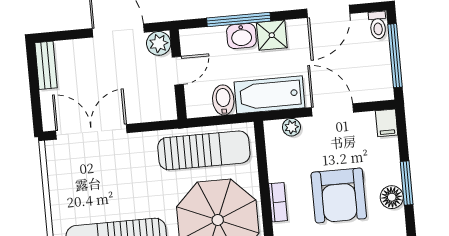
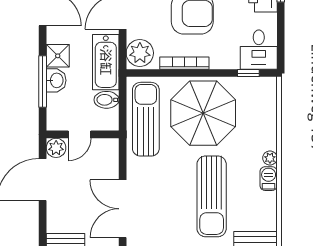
door: (178, 71) -> (80, 134), swing flipped
plant: (291, 127) -> (140, 53), width x1.88, depth x1.88
bookcase: (278, 202) -> (184, 63), width x1.56

